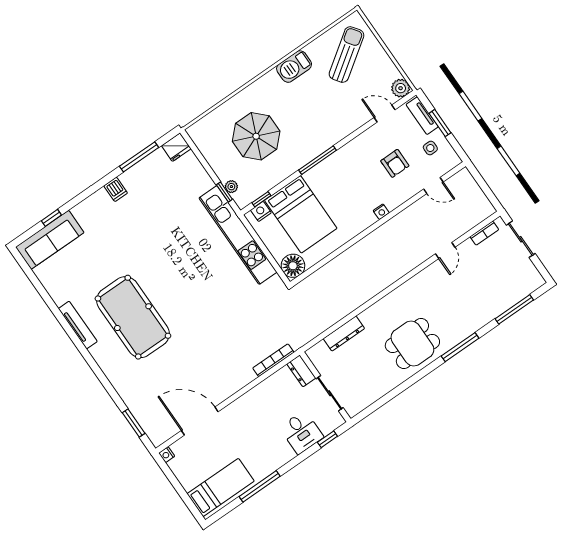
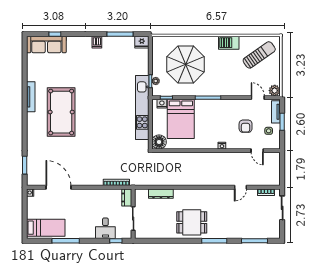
parasol: (256, 136) -> (186, 64), width x1.36, depth x1.36

